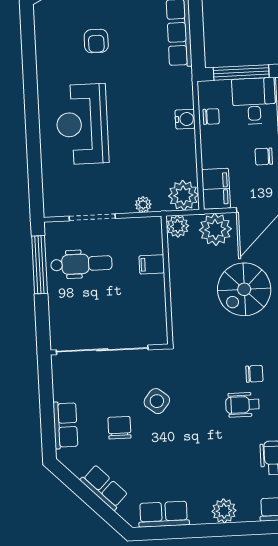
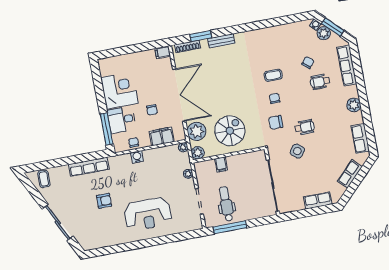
armchair: (96, 41) -> (104, 201), moved
filing cabinet: (216, 189) -> (162, 136), moved
plant: (183, 195) -> (183, 147), width x0.53, depth x0.53
spiral stairs: (244, 289) -> (230, 131), moved, turned -90
wheelchair: (242, 405) -> (305, 127), moved, turned -90
chair: (119, 428) -> (276, 122), moved

